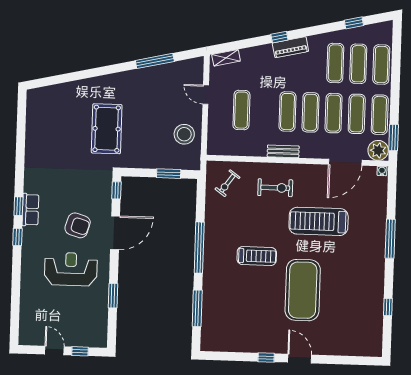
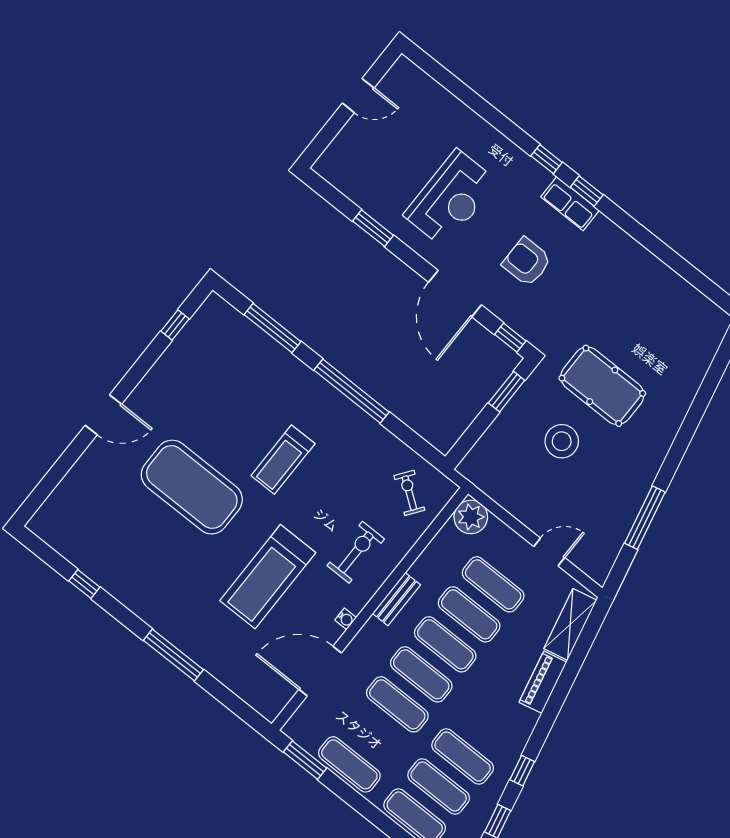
window: (279, 37) -> (522, 771), moved
piano: (290, 47) -> (543, 682), moved
shelving: (226, 58) -> (570, 624), width x1.50, depth x1.33
exercise mat: (357, 114) -> (469, 614), moved
stool: (184, 134) -> (562, 441), moved
plant: (378, 150) -> (471, 517), moved
door: (345, 162) -> (320, 671), hinge flipped
water cooler: (382, 171) -> (346, 619), moved
window: (169, 174) -> (507, 392), moved
exercise bike: (275, 188) -> (356, 552), turned 180
treadmill: (319, 221) -> (268, 577), turned 180
armchair: (78, 225) -> (527, 262), moved, turned 73
window: (80, 351) -> (332, 129), removed
window: (266, 357) -> (175, 325), moved

